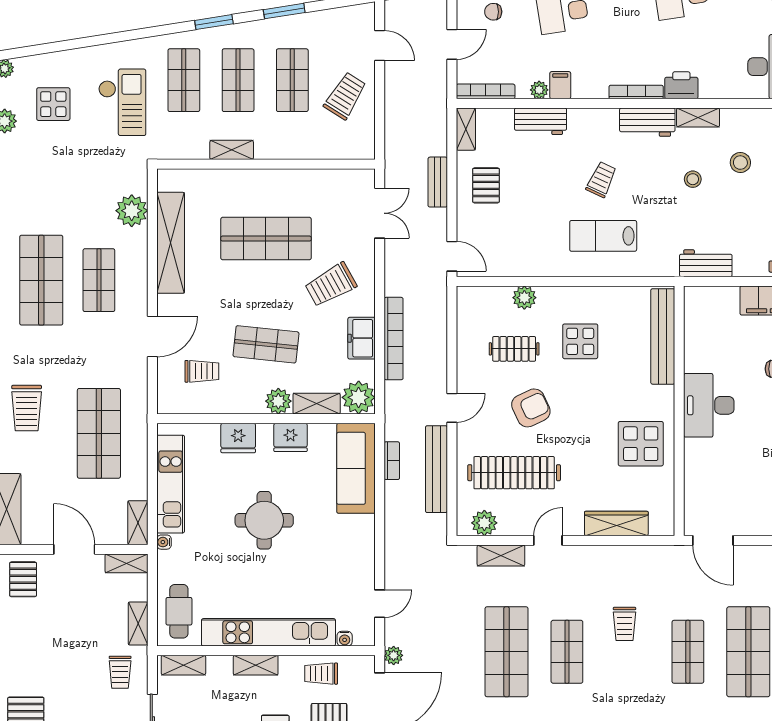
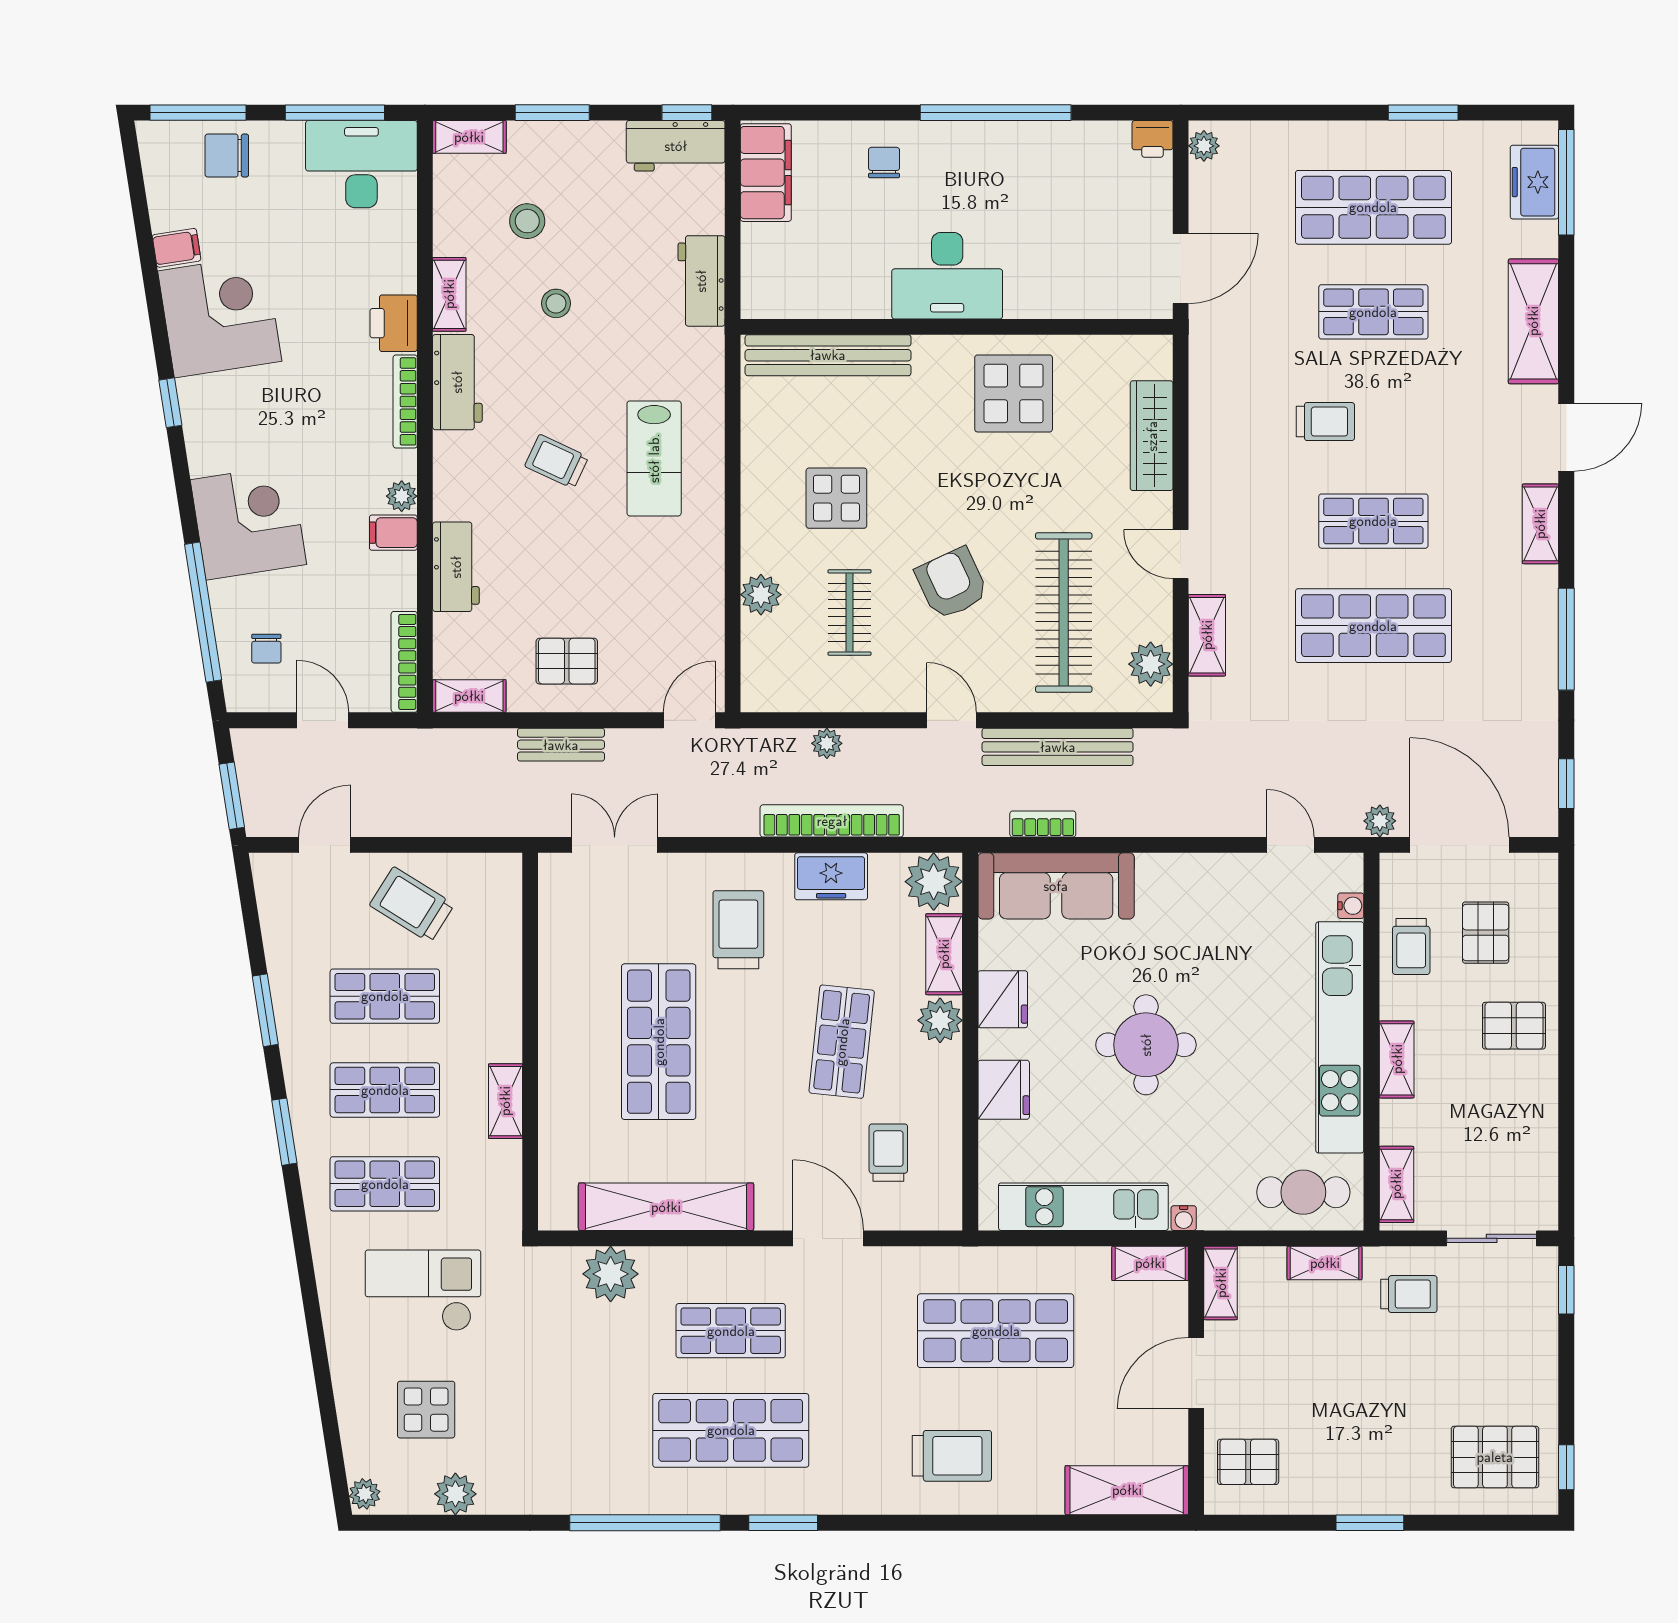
plant: (539, 90) -> (402, 496), moved
trolley: (331, 285) -> (738, 930), turned -151
plant: (438, 336) -> (827, 743), added

